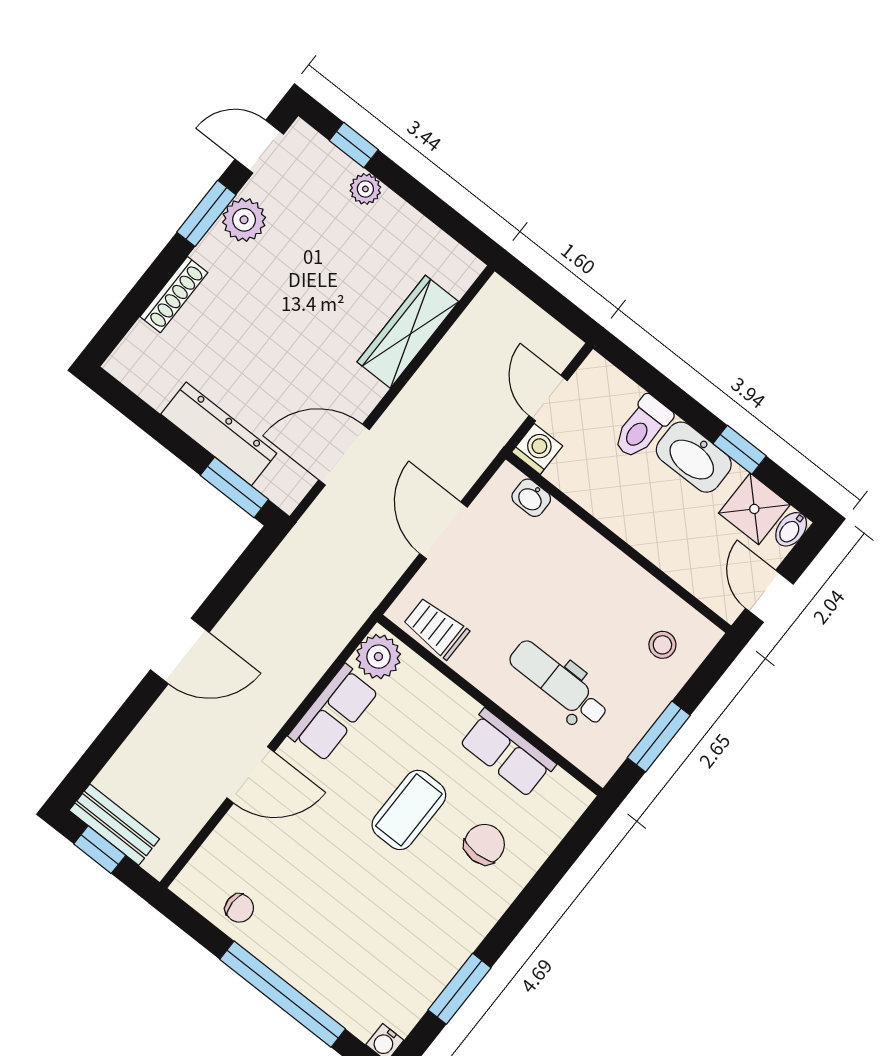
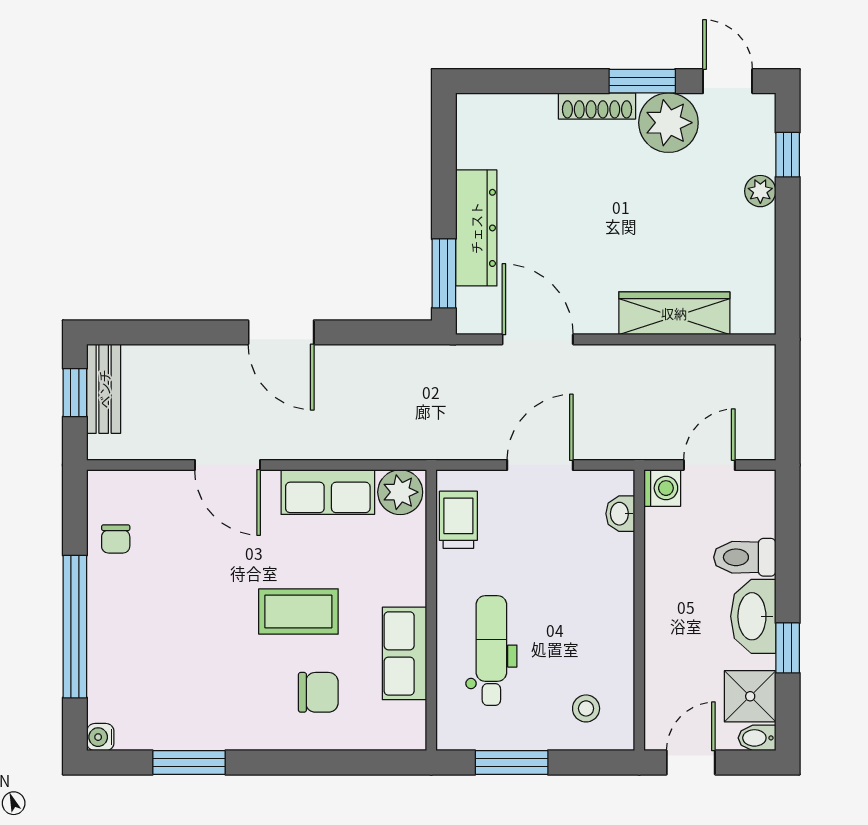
plant: (244, 220) -> (668, 123), width x1.36, depth x1.36
shoe rack: (174, 295) -> (597, 106), moved

